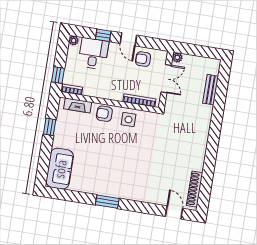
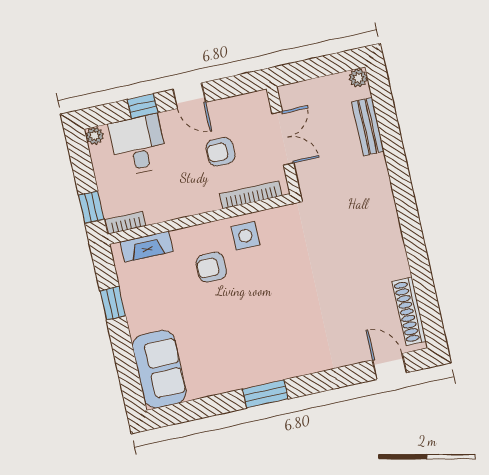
plant: (177, 58) -> (358, 78), moved
armchair: (143, 59) -> (221, 152), moved
armchair: (104, 114) -> (211, 267), moved

